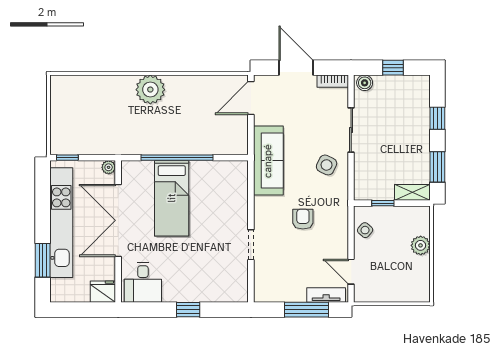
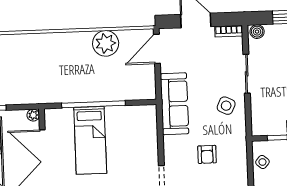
plant: (150, 90) -> (106, 43), moved
armchair: (303, 219) -> (207, 154), turned 180

